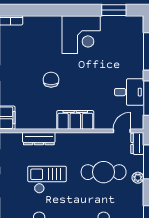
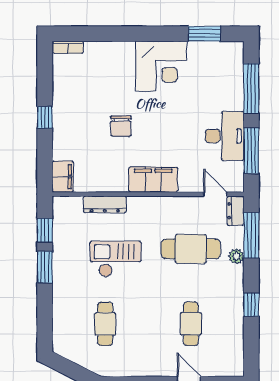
chair: (51, 80) -> (121, 126), turned 180
desk: (129, 92) -> (225, 136), width x1.37
door: (122, 131) -> (215, 194), hinge flipped

